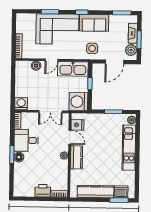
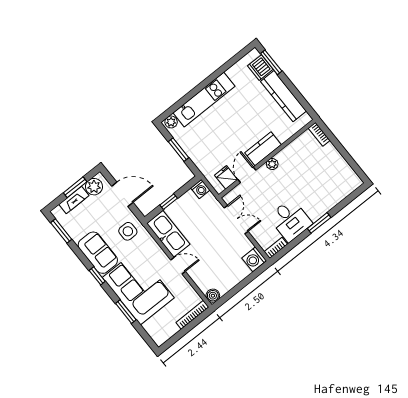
boiler: (36, 66) -> (213, 296), moved
washing machine: (78, 102) -> (200, 189), width x0.53, depth x0.53
floor lamp: (19, 157) -> (316, 213), removed
printer: (43, 191) -> (331, 156), removed

